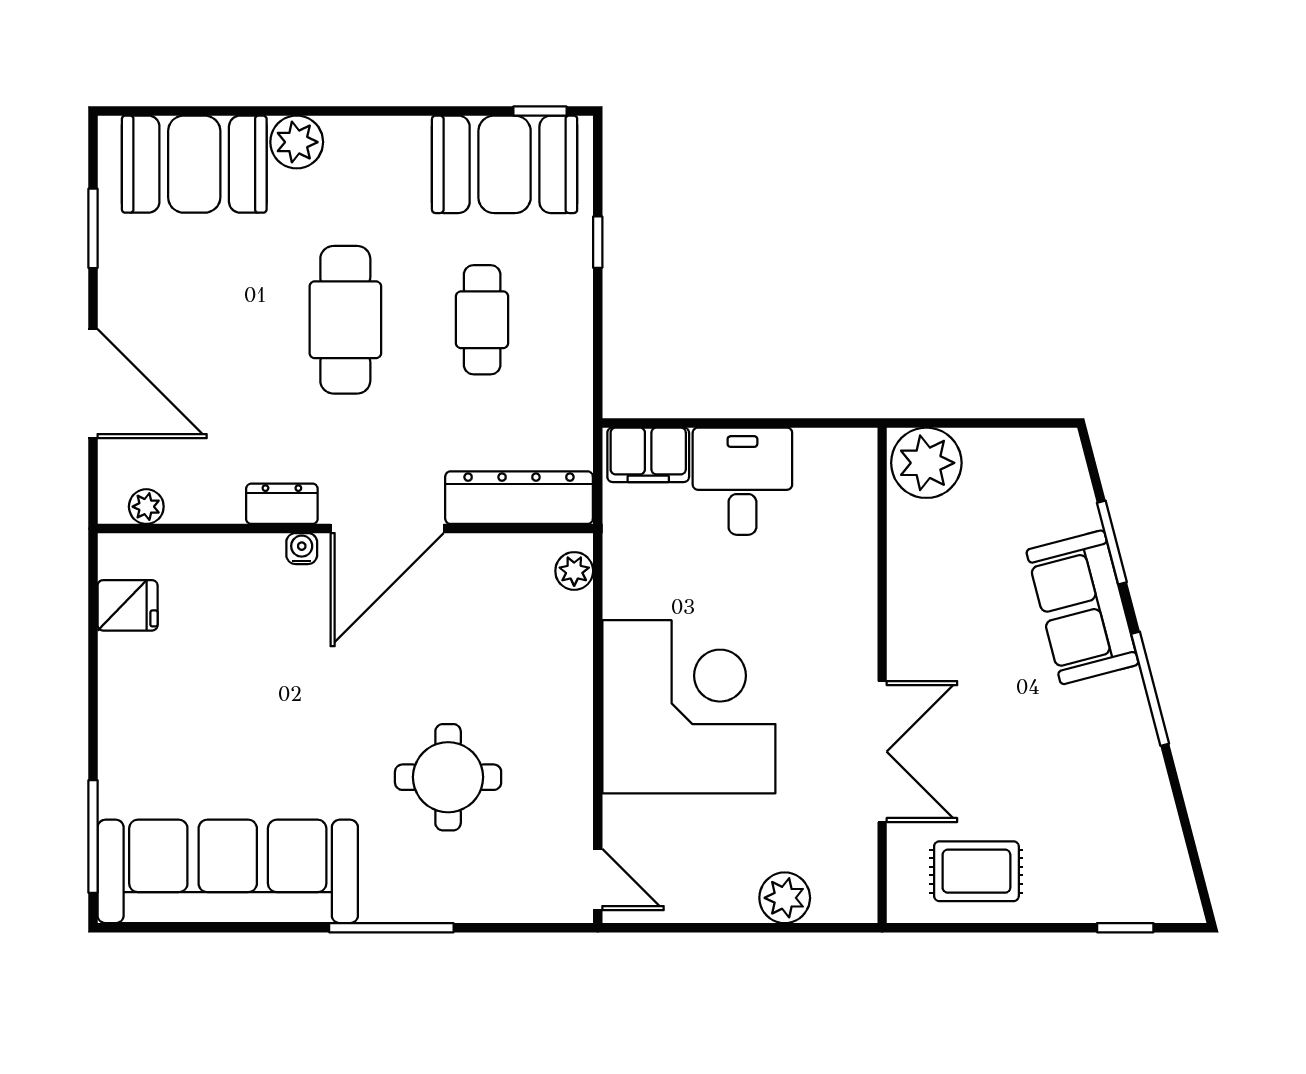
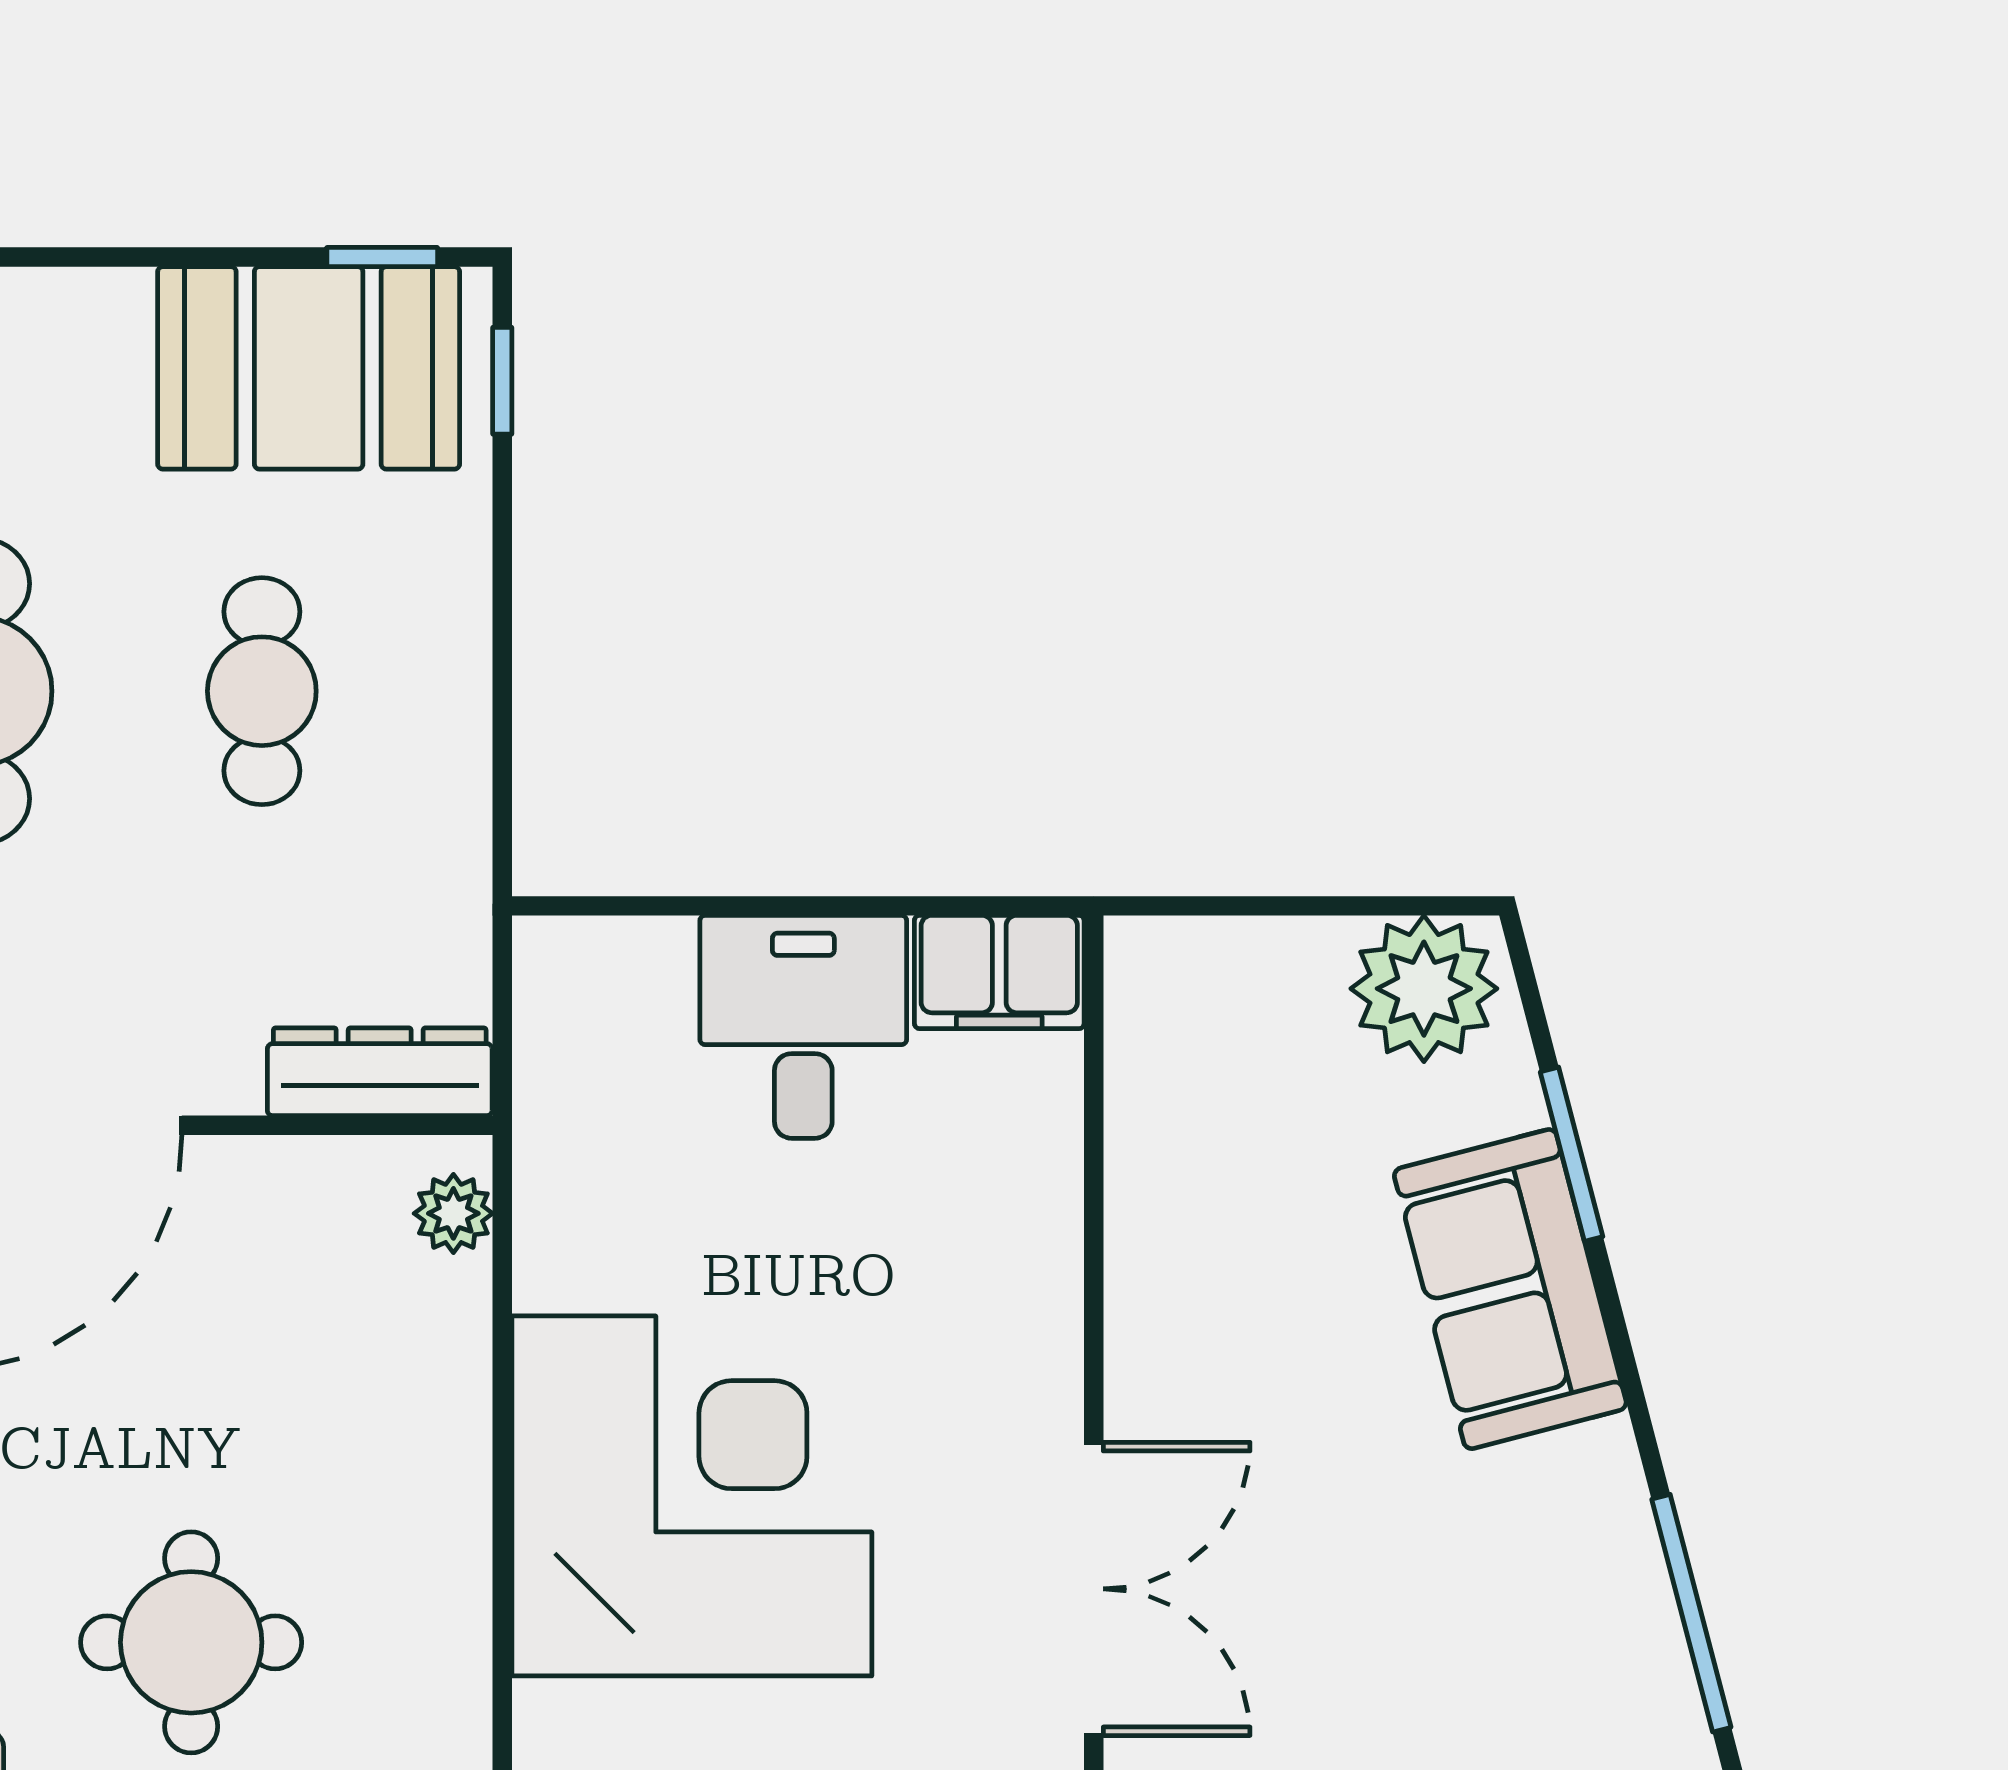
window: (598, 242) -> (502, 381), moved
filing cabinet: (648, 455) -> (999, 972), moved
plant: (926, 463) -> (1424, 989), moved
dresser: (519, 498) -> (380, 1072), width x0.73, depth x0.80
window: (1150, 689) -> (1691, 1613), moved

